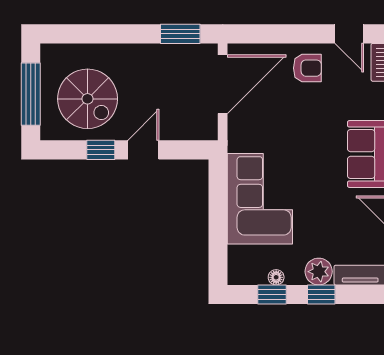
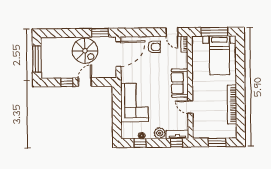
spiral stairs: (88, 99) -> (85, 51), moved
window: (321, 295) -> (177, 143), moved

